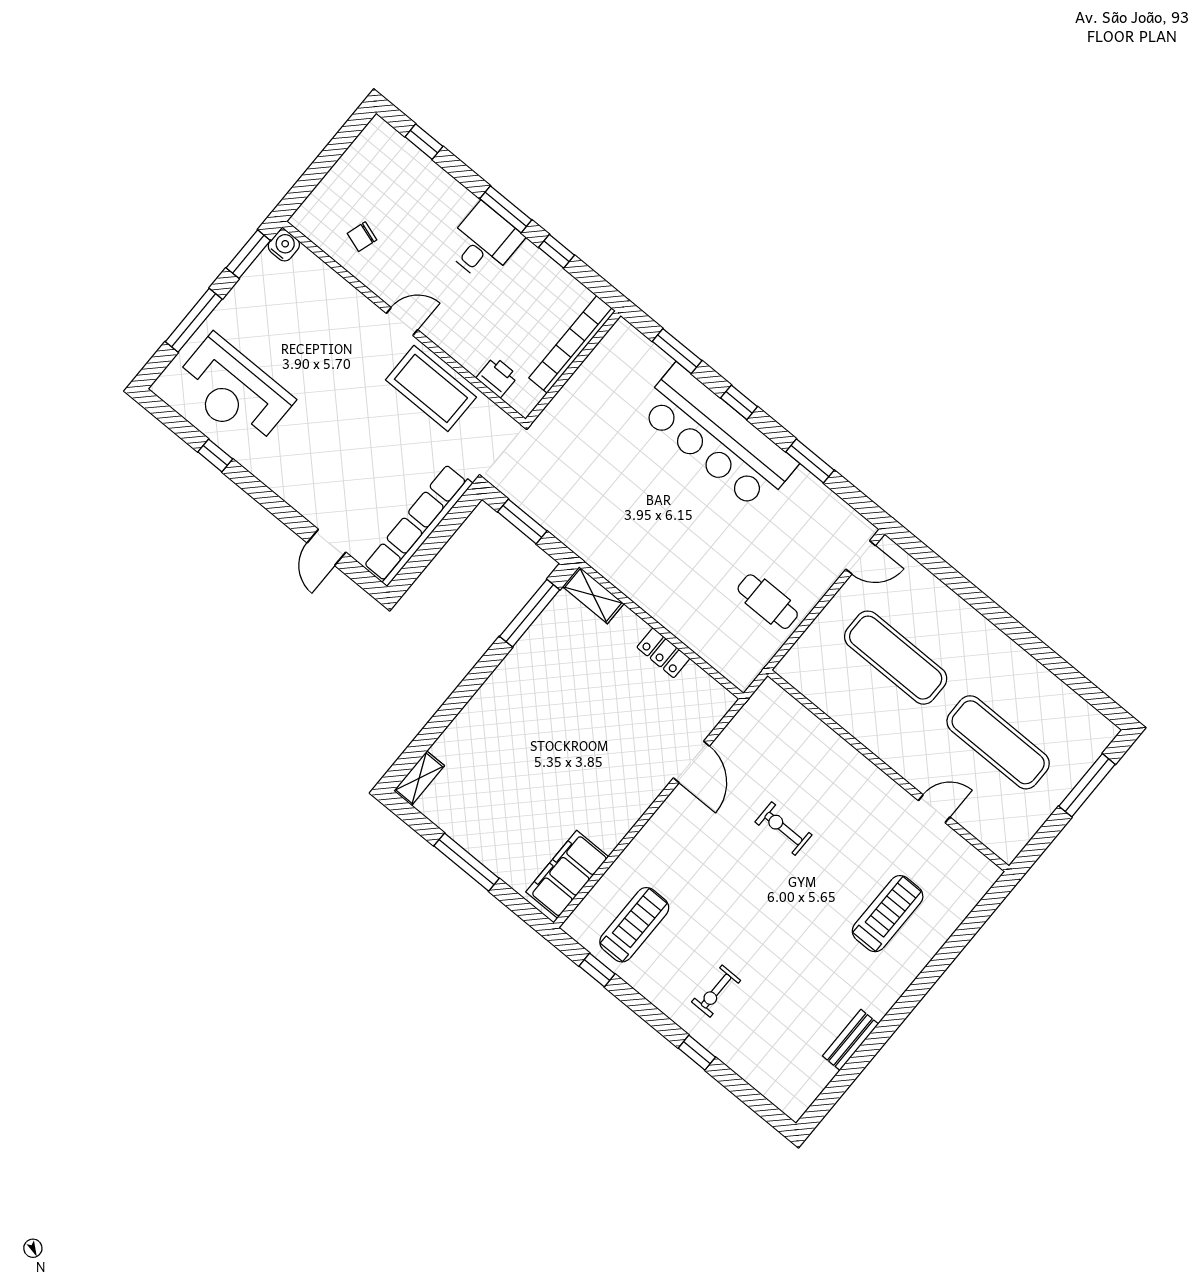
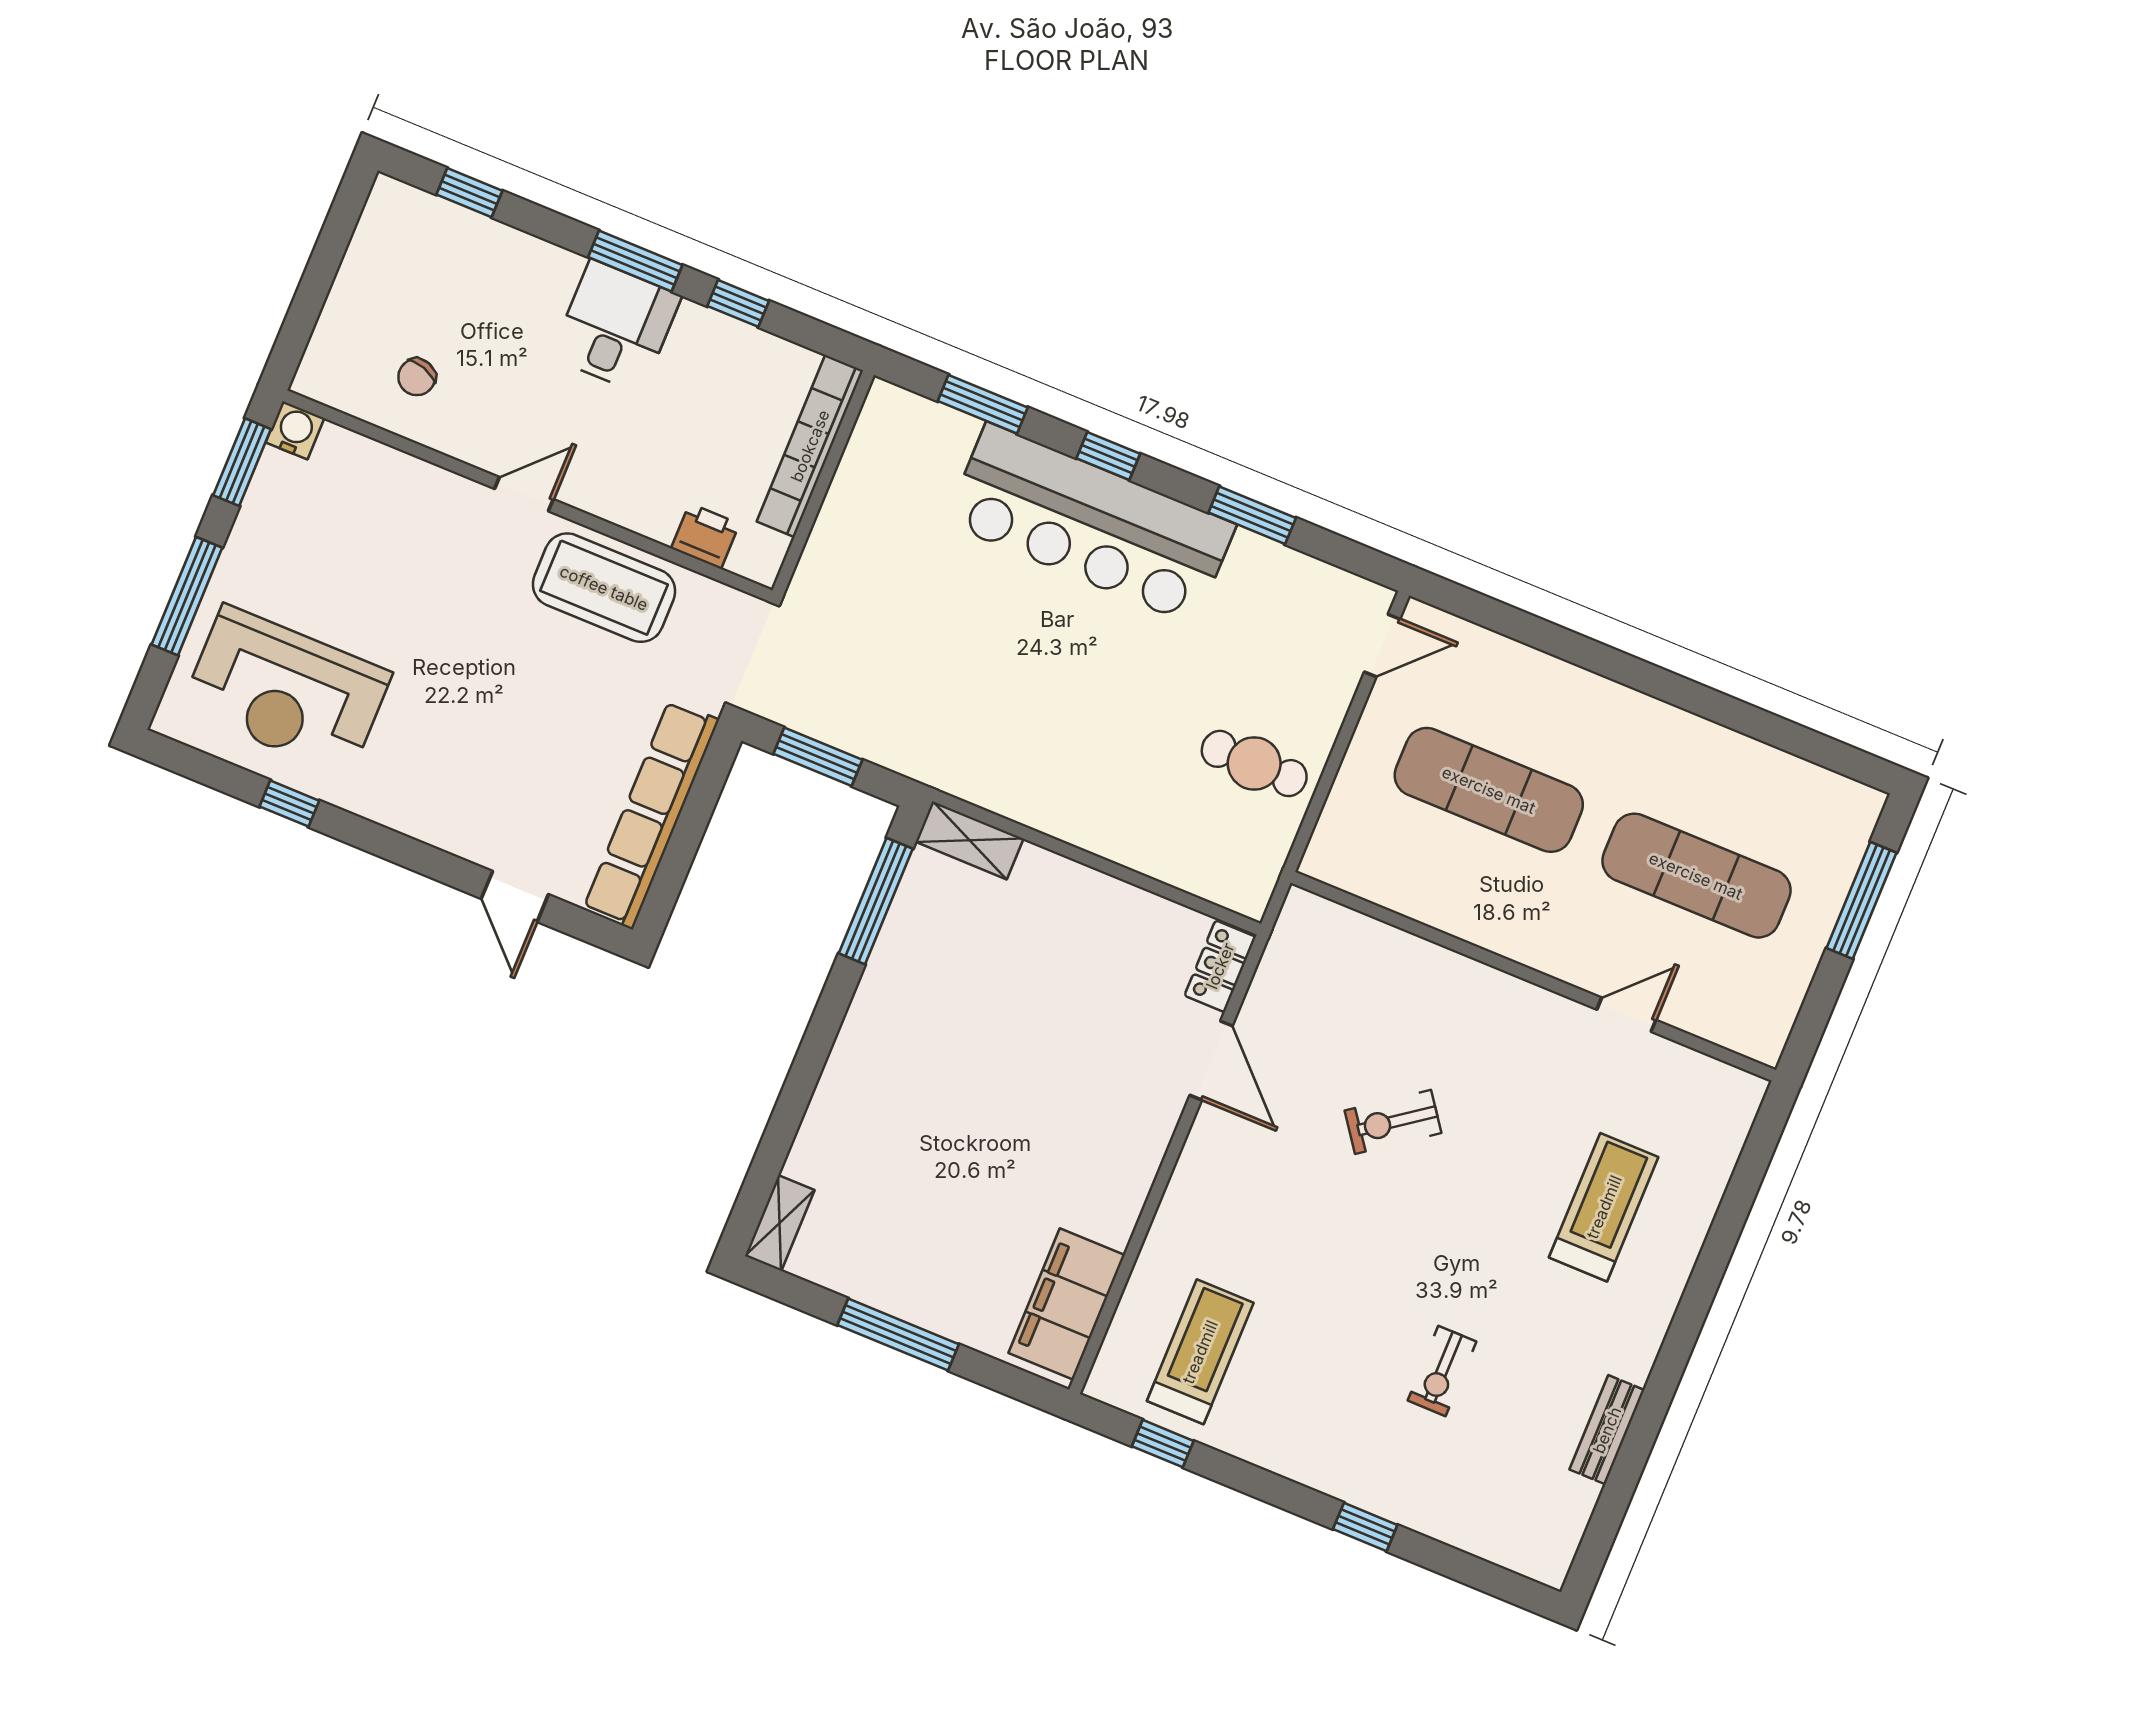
locker: (663, 653) -> (1220, 966), moved, turned 90
exercise bike: (783, 828) -> (1393, 1122), turned -36
exercise bike: (716, 991) -> (1442, 1371), moved

